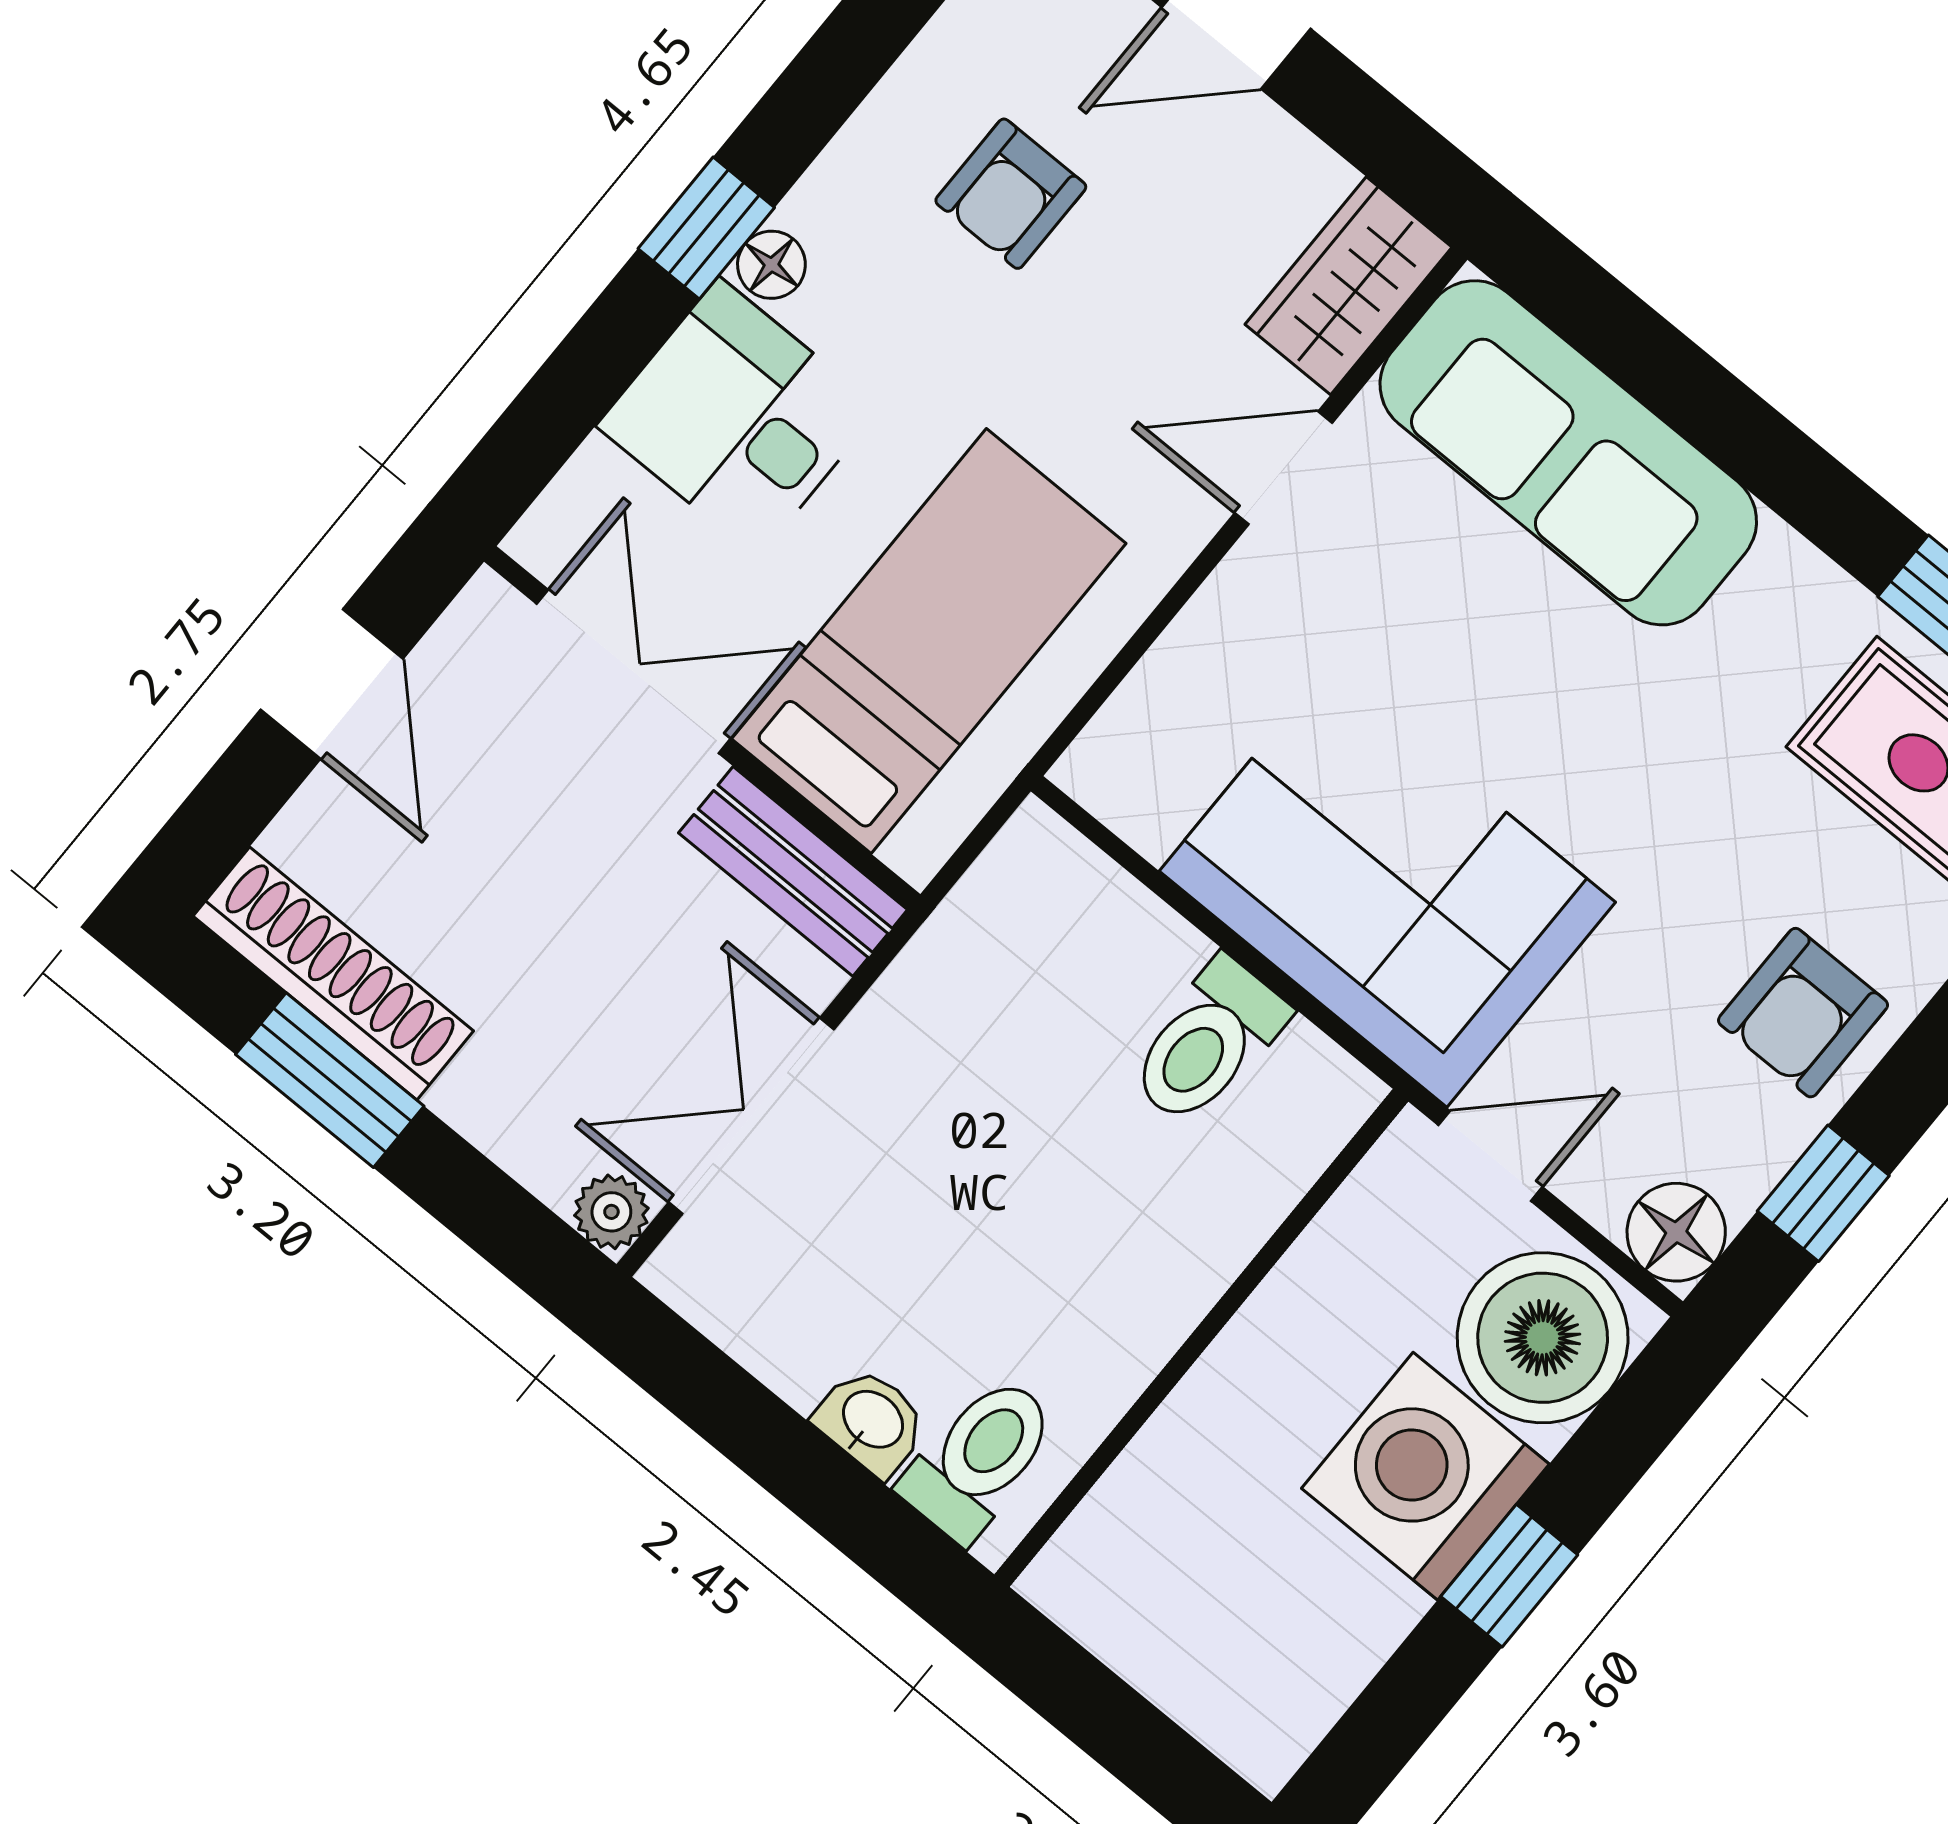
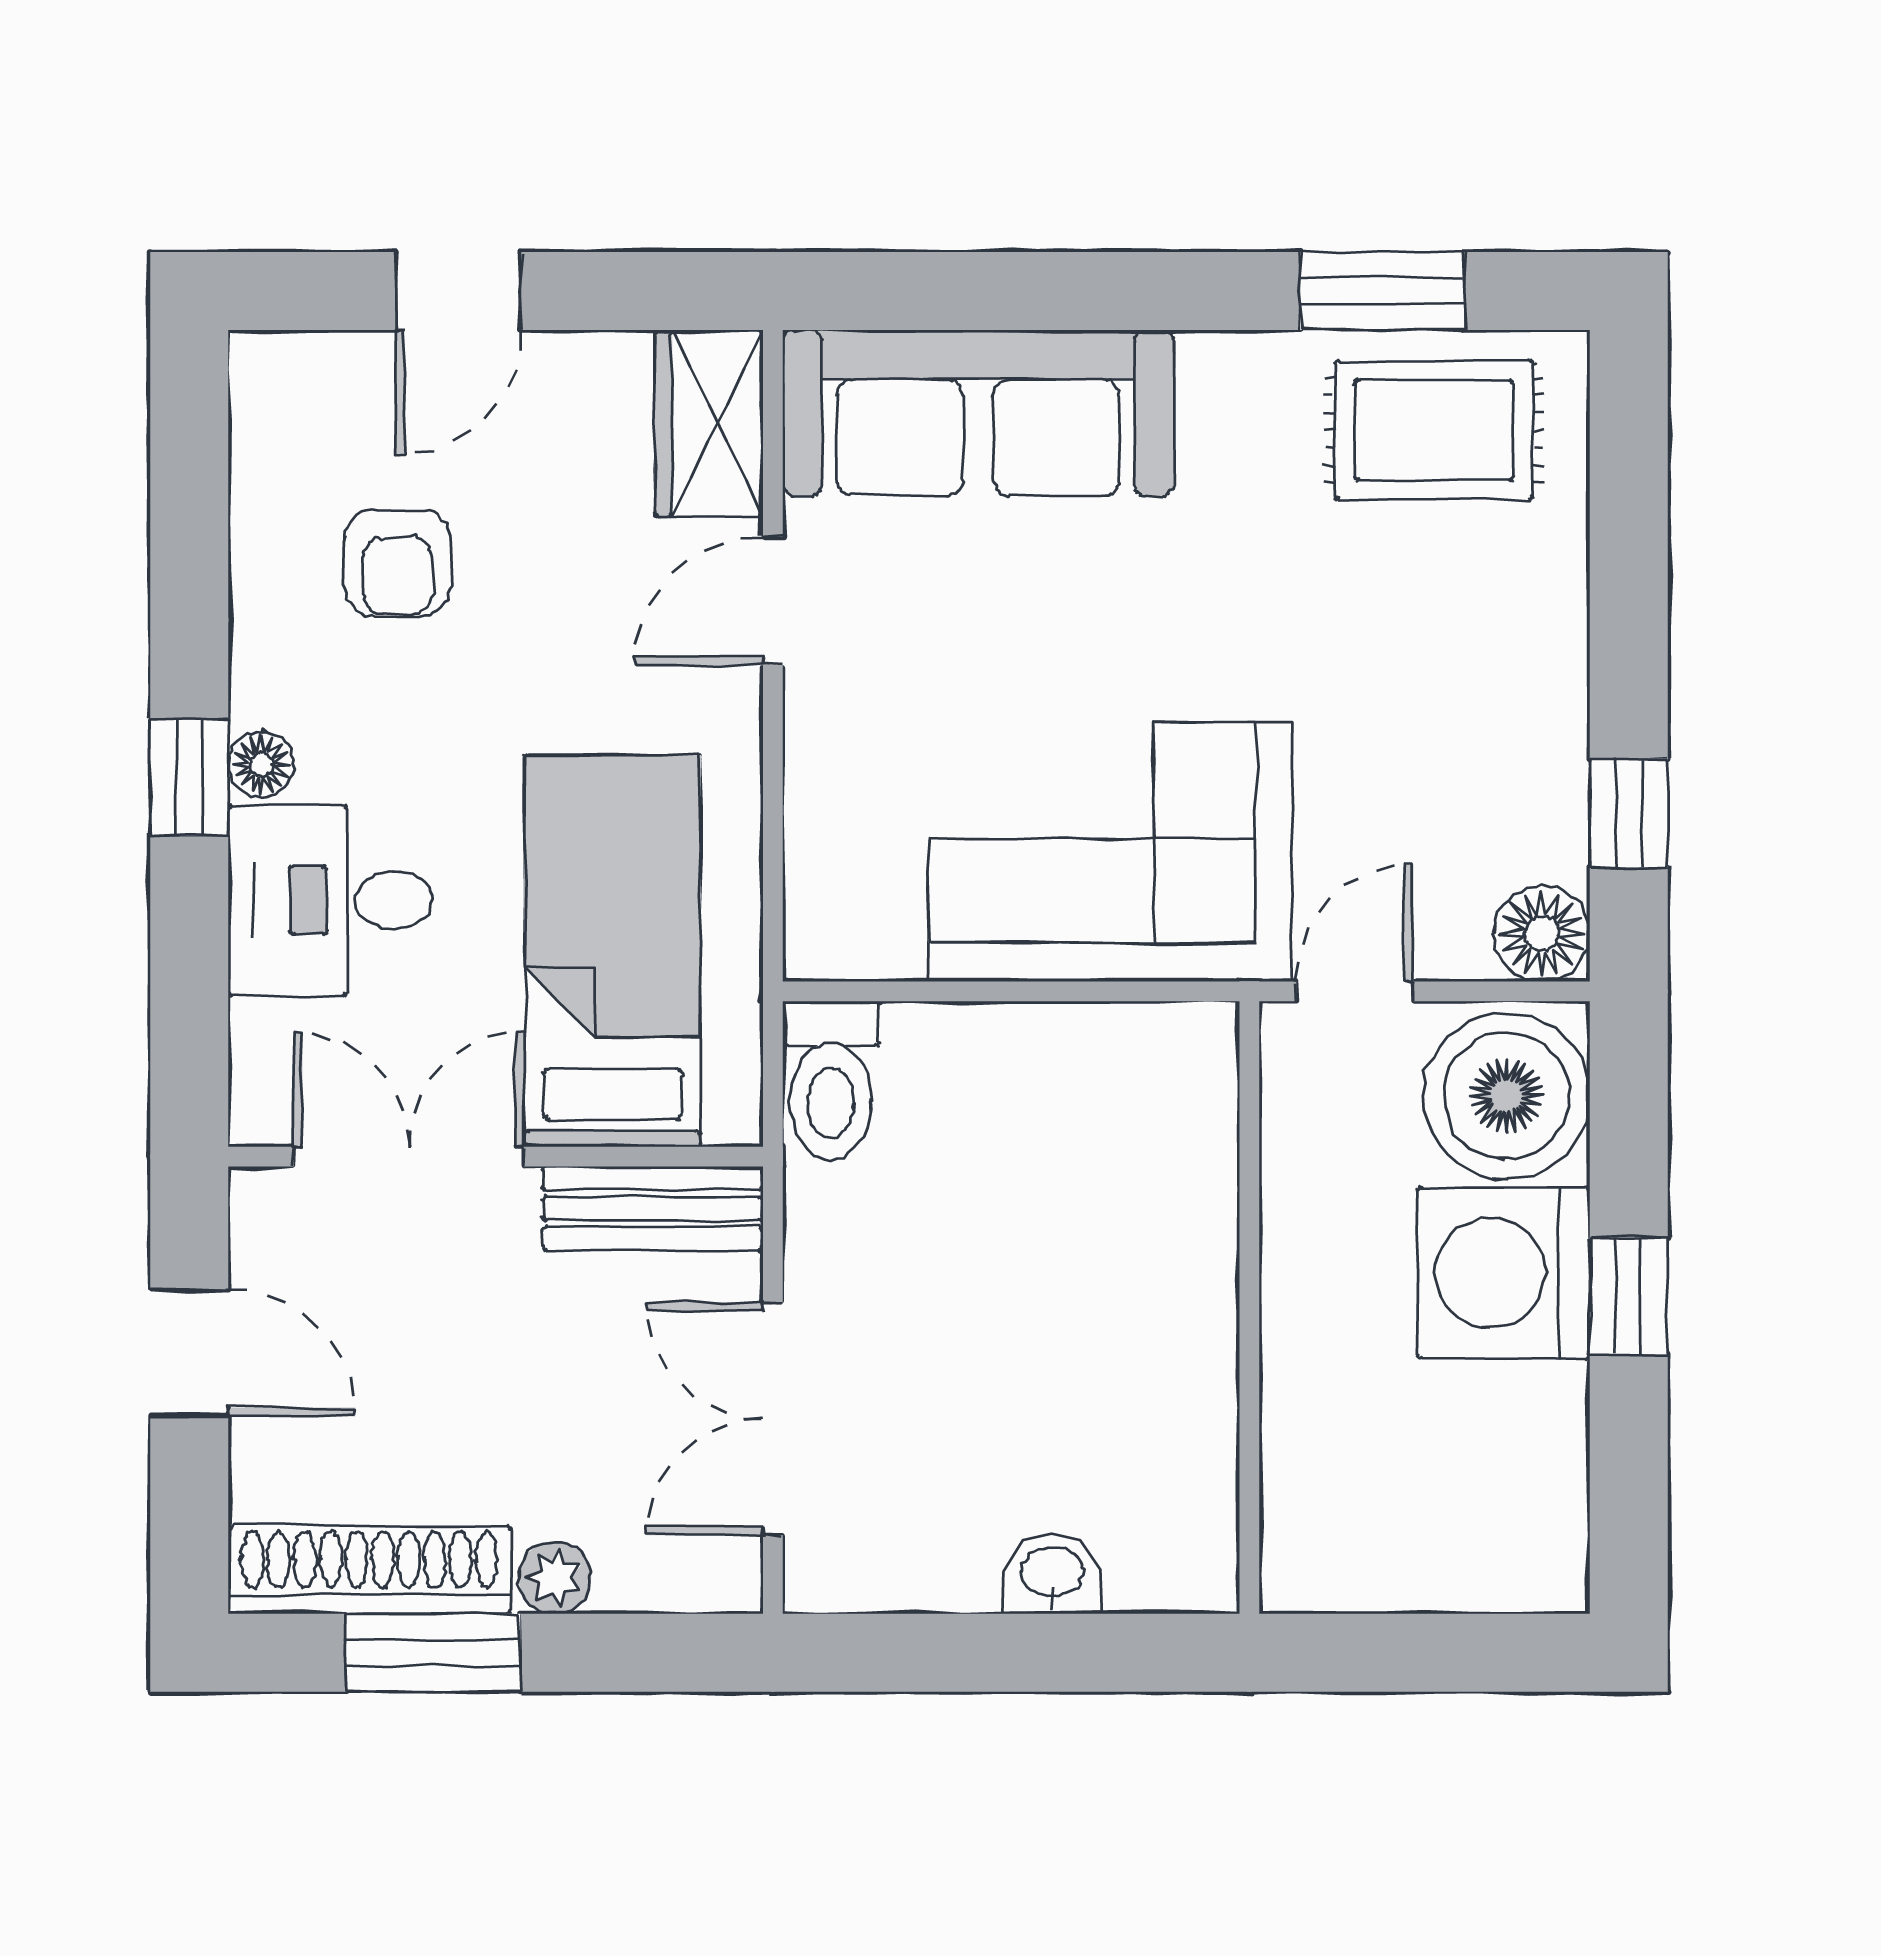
armchair: (1803, 1013) -> (1502, 690), removed
toilet: (1208, 1042) -> (831, 1080), moved
plant: (611, 1212) -> (555, 1578), moved
toilet: (979, 1458) -> (1157, 1535), removed

